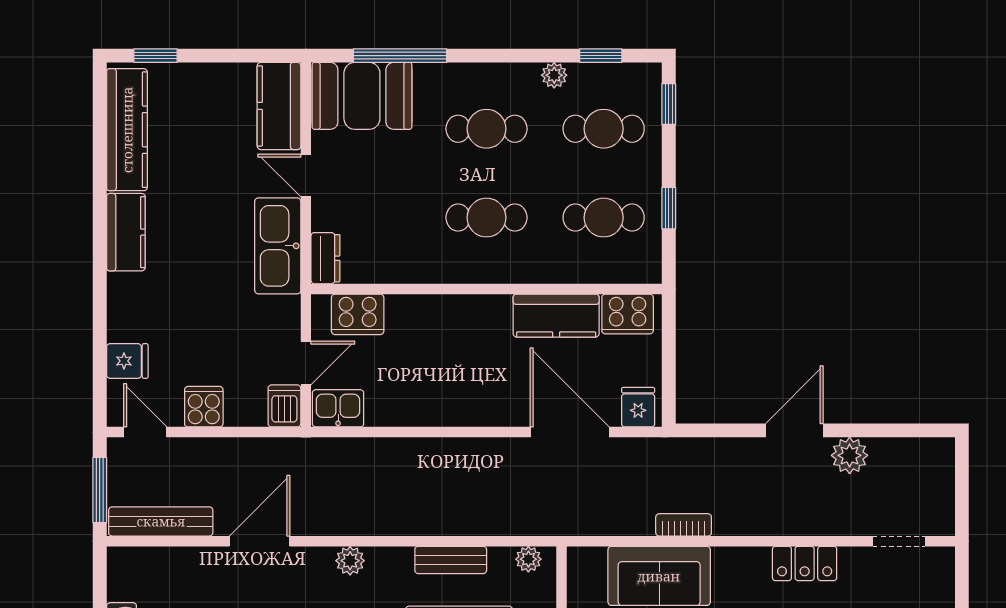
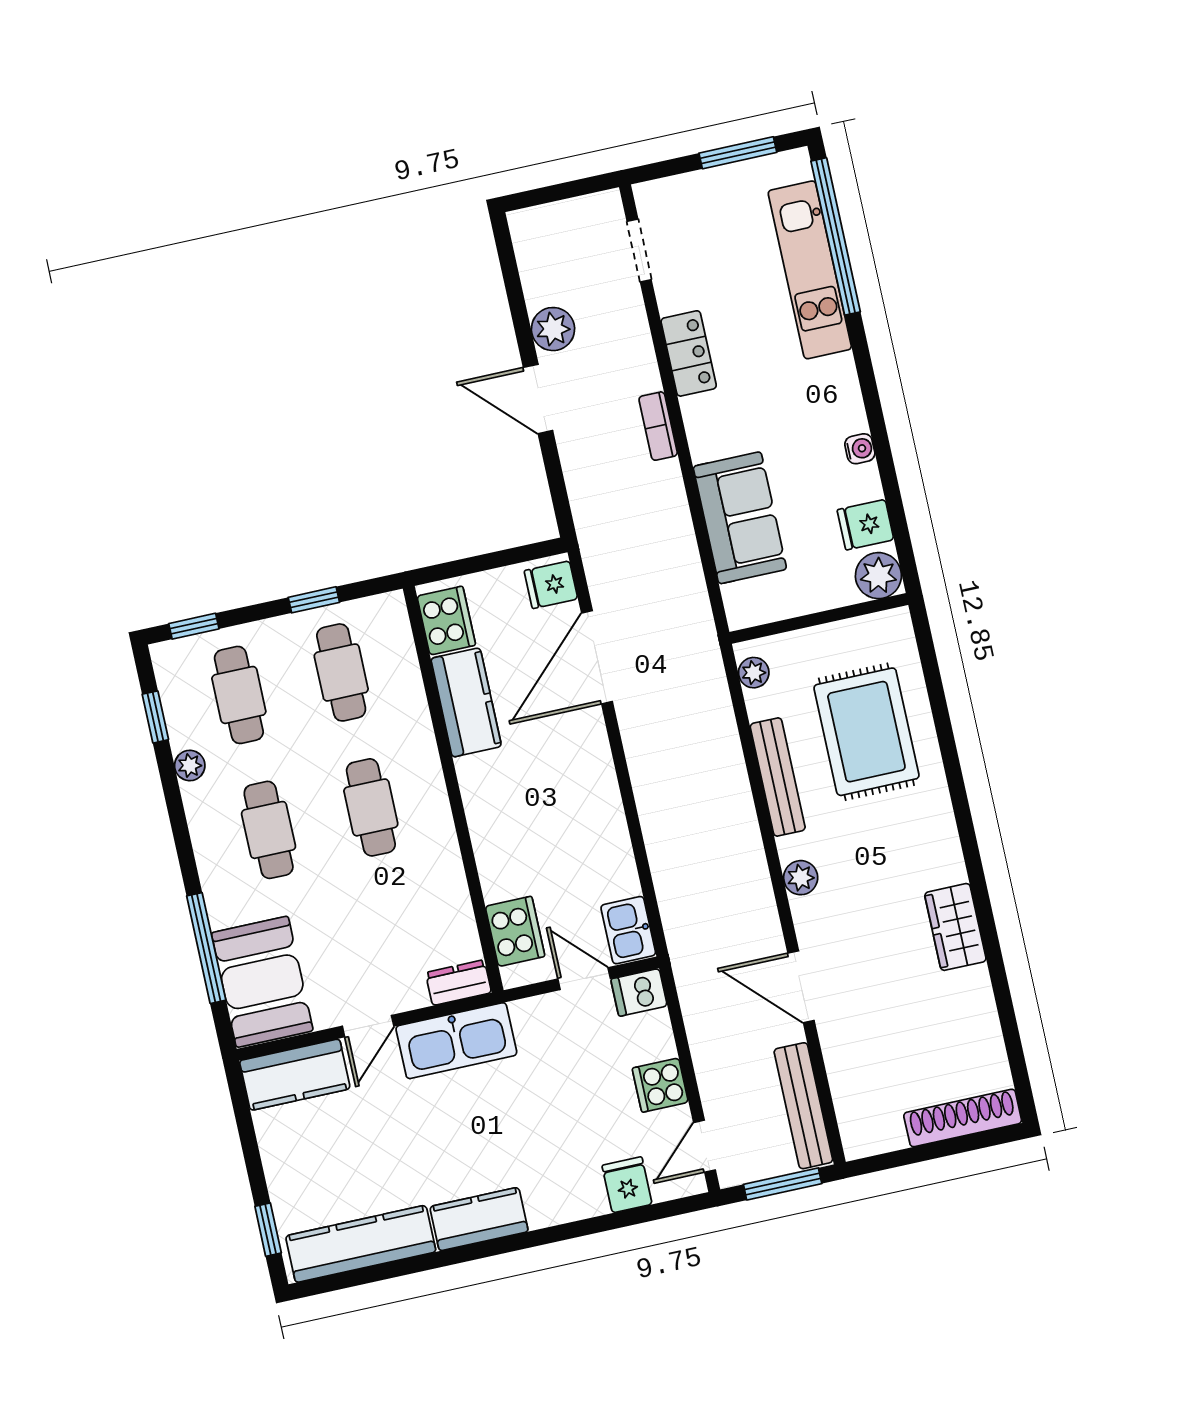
bookcase: (684, 525) -> (658, 426), moved
bench: (451, 560) -> (778, 777), width x1.36

